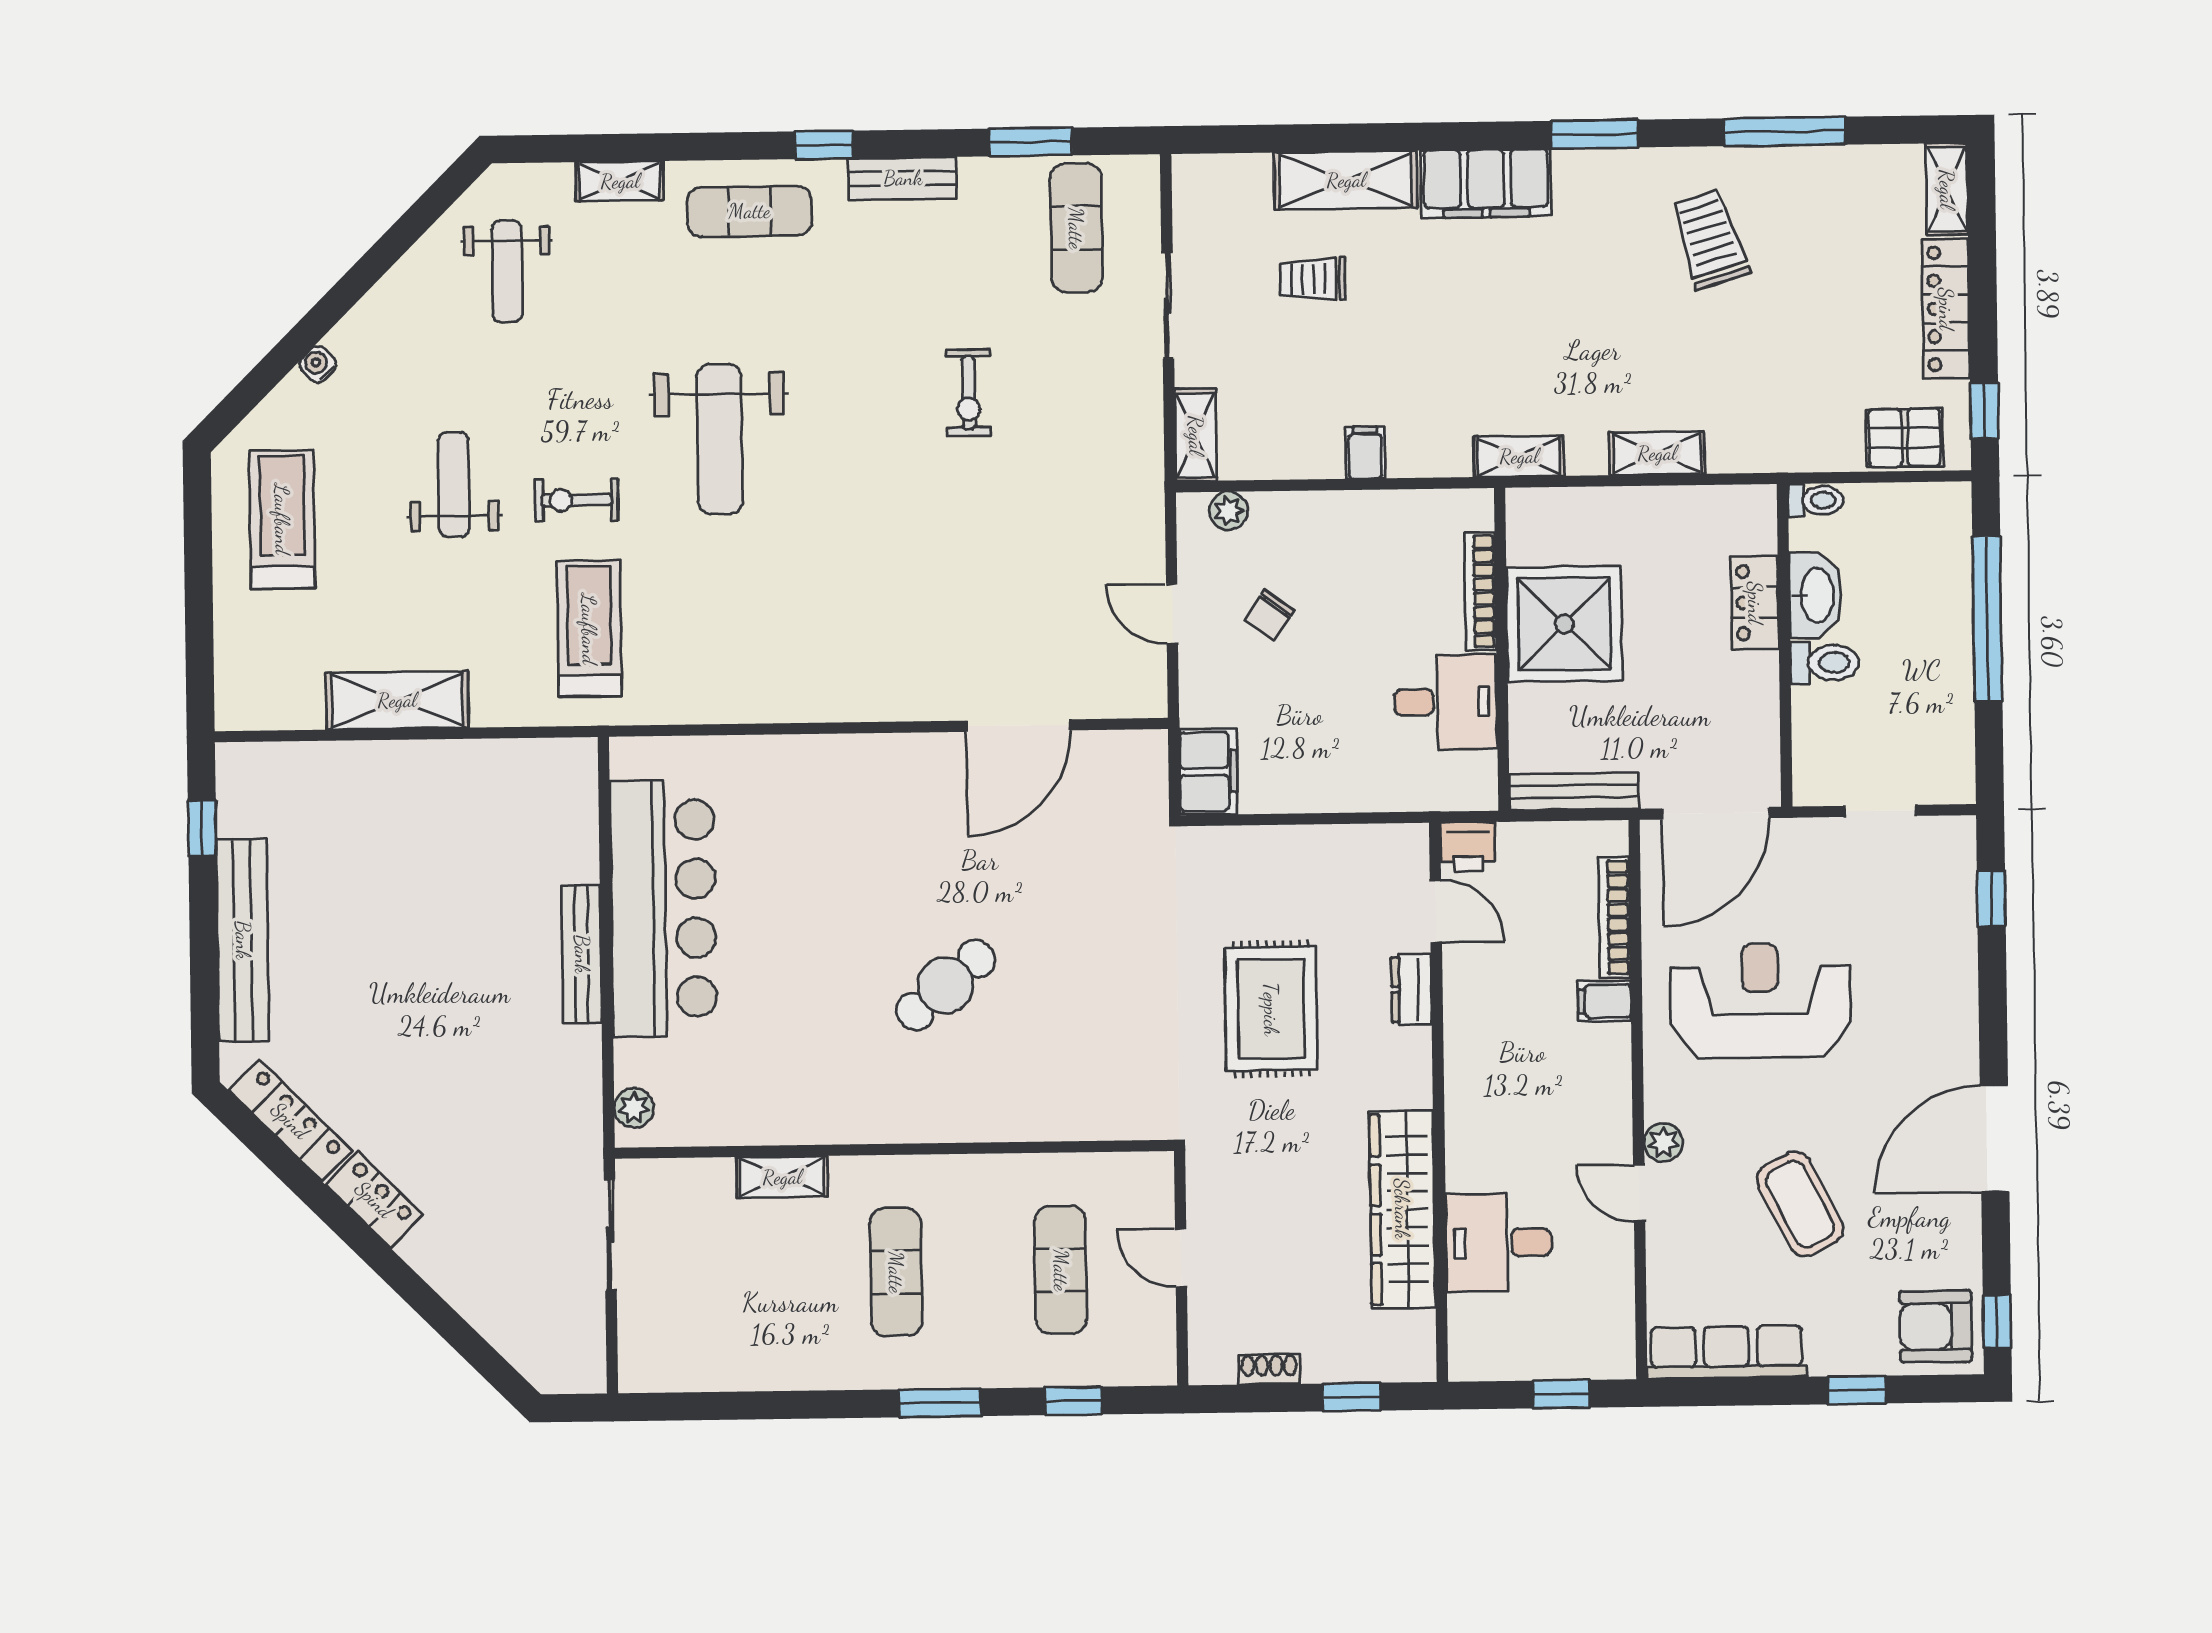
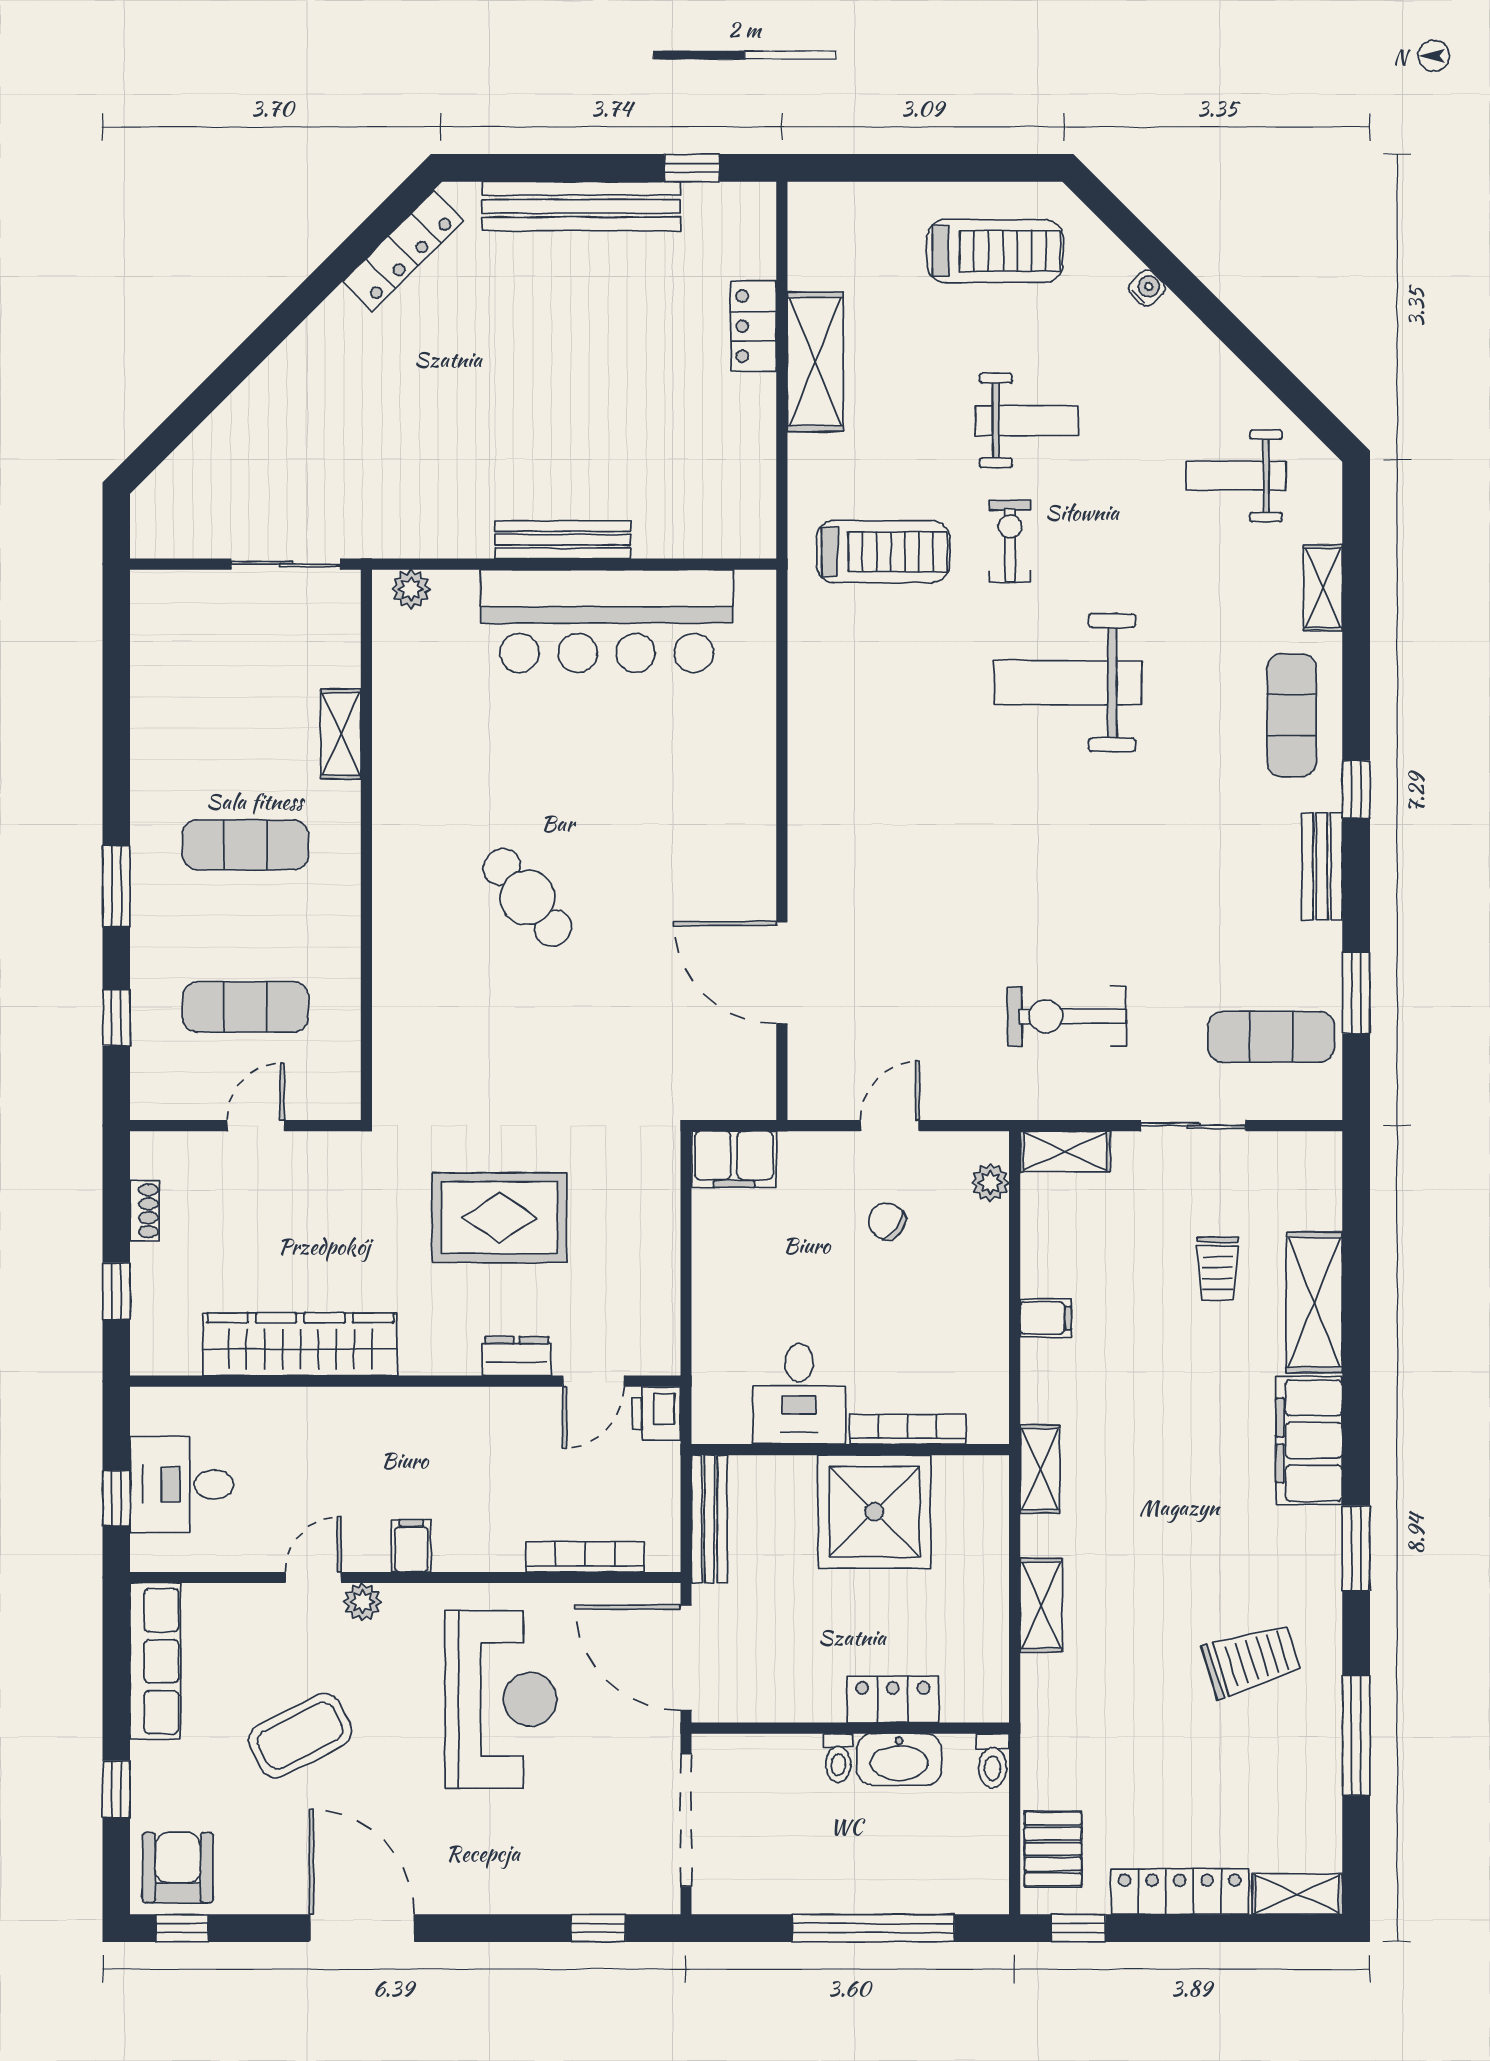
trolley: (1313, 279) -> (1218, 1269), turned 180
exercise bike: (968, 393) -> (1067, 1016), moved, width x1.38, depth x1.39
toilet: (1825, 663) -> (838, 1758), width x0.73, depth x0.72
doorway: (1880, 811) -> (686, 1820), width x1.88
filing cabinet: (1604, 1001) -> (411, 1546), moved
locker: (374, 1200) -> (754, 326), moved, turned 135
desk: (1499, 1243) -> (182, 1484), moved, turned -90

